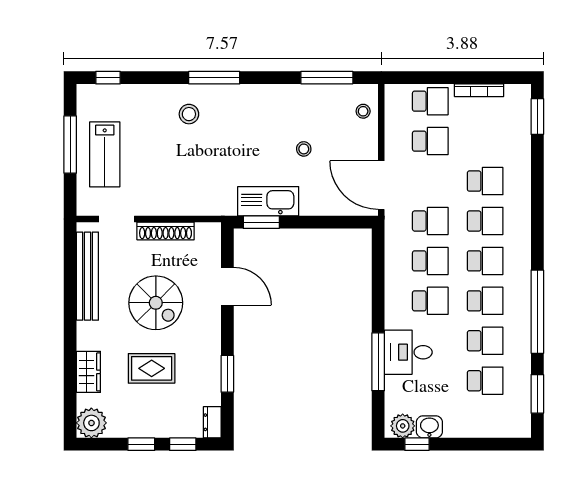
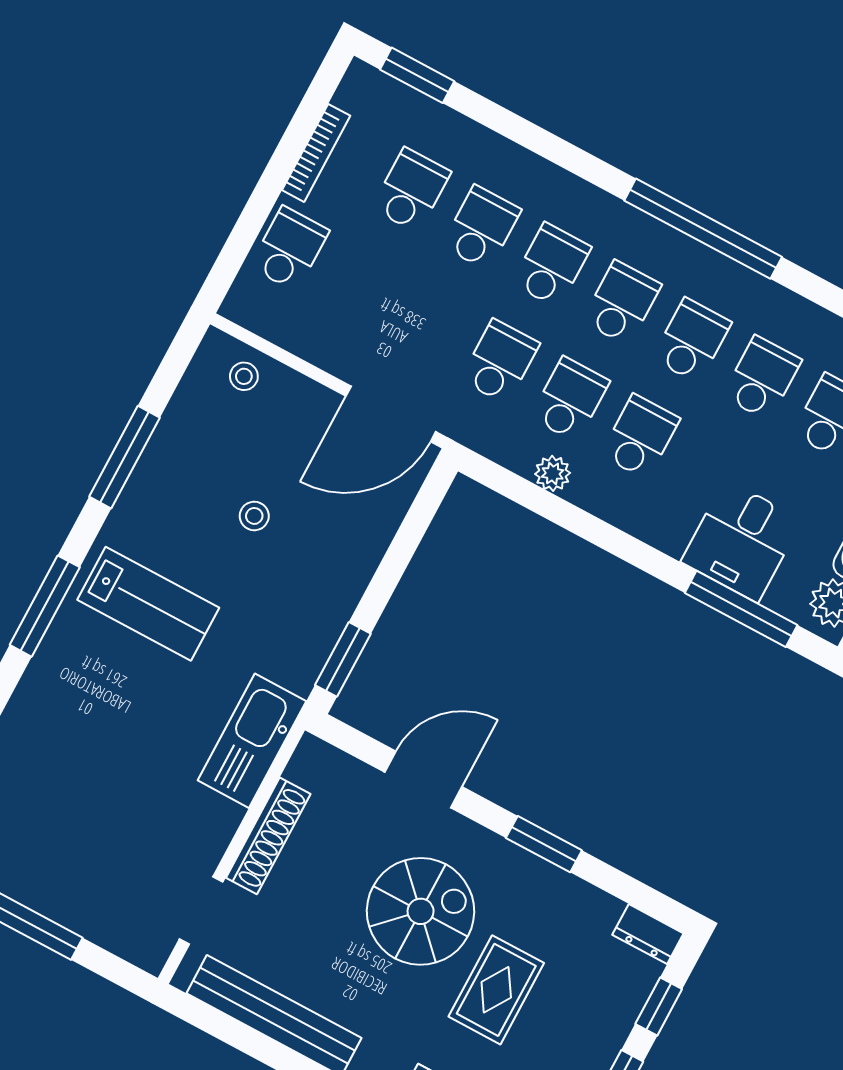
window: (327, 78) -> (125, 457), moved
stool: (189, 114) -> (85, 685), removed
school desk: (430, 141) -> (411, 190), moved
lab bench: (105, 154) -> (148, 604), moved
kitchen sink: (268, 201) -> (252, 741), moved
plant: (393, 271) -> (553, 473), added
spiral stairs: (156, 303) -> (421, 911), moved
window: (537, 312) -> (703, 229), moved
desk: (408, 352) -> (741, 541), moved
window: (378, 362) -> (741, 609), moved
window: (227, 374) -> (544, 844), moved

